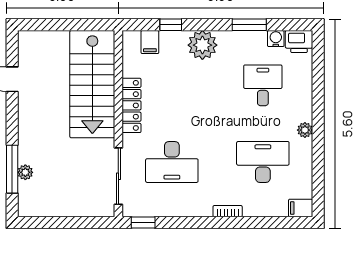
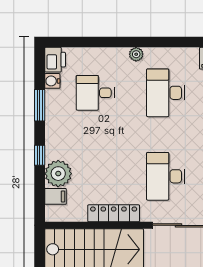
window: (171, 25) -> (40, 155), moved
plant: (202, 45) -> (58, 174), moved
desk: (172, 162) -> (166, 176), turned 180

